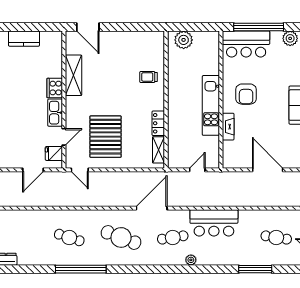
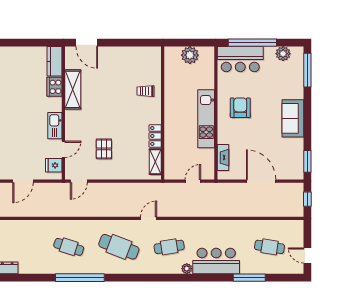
kitchen counter: (24, 39) -> (55, 61), moved, turned 90
plant: (184, 40) -> (190, 55), moved
cooker: (55, 88) -> (55, 87), moved
armchair: (246, 94) -> (240, 108), turned 180
fireplace: (228, 127) -> (223, 158), moved
pallet: (106, 137) -> (104, 149), width x0.49, depth x0.50
door: (33, 170) -> (23, 181), moved
door: (80, 170) -> (79, 181), hinge flipped
door: (152, 208) -> (149, 218), width x0.53
bar counter: (214, 223) -> (216, 261), moved, turned 180

